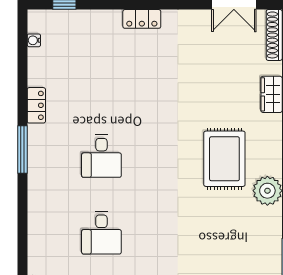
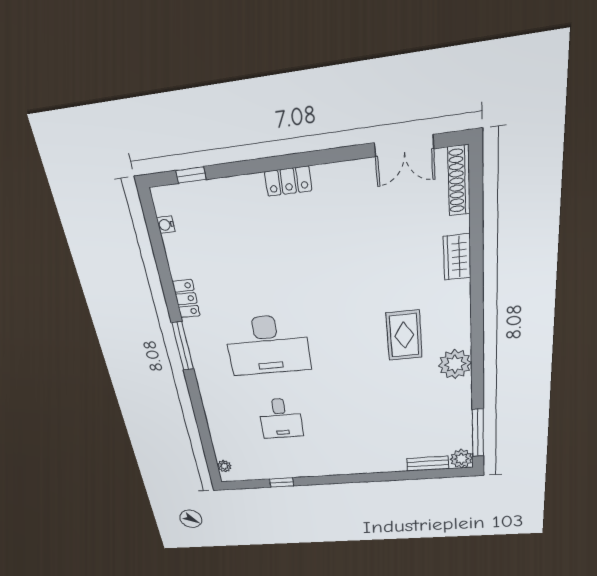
desk: (101, 156) -> (267, 345), width x1.87, depth x1.30
rug: (224, 159) -> (404, 335), width x0.73, depth x0.70

